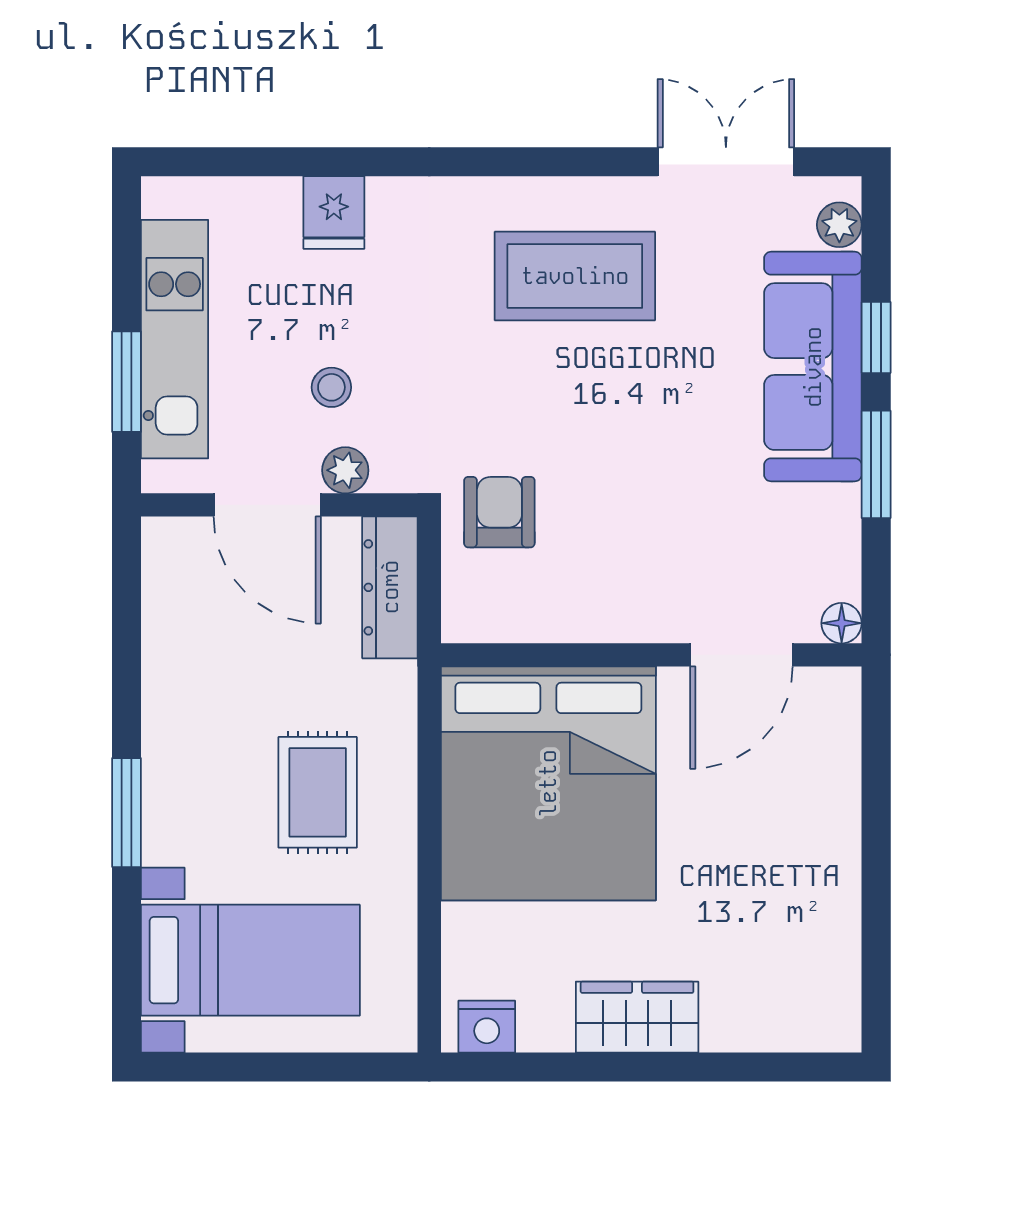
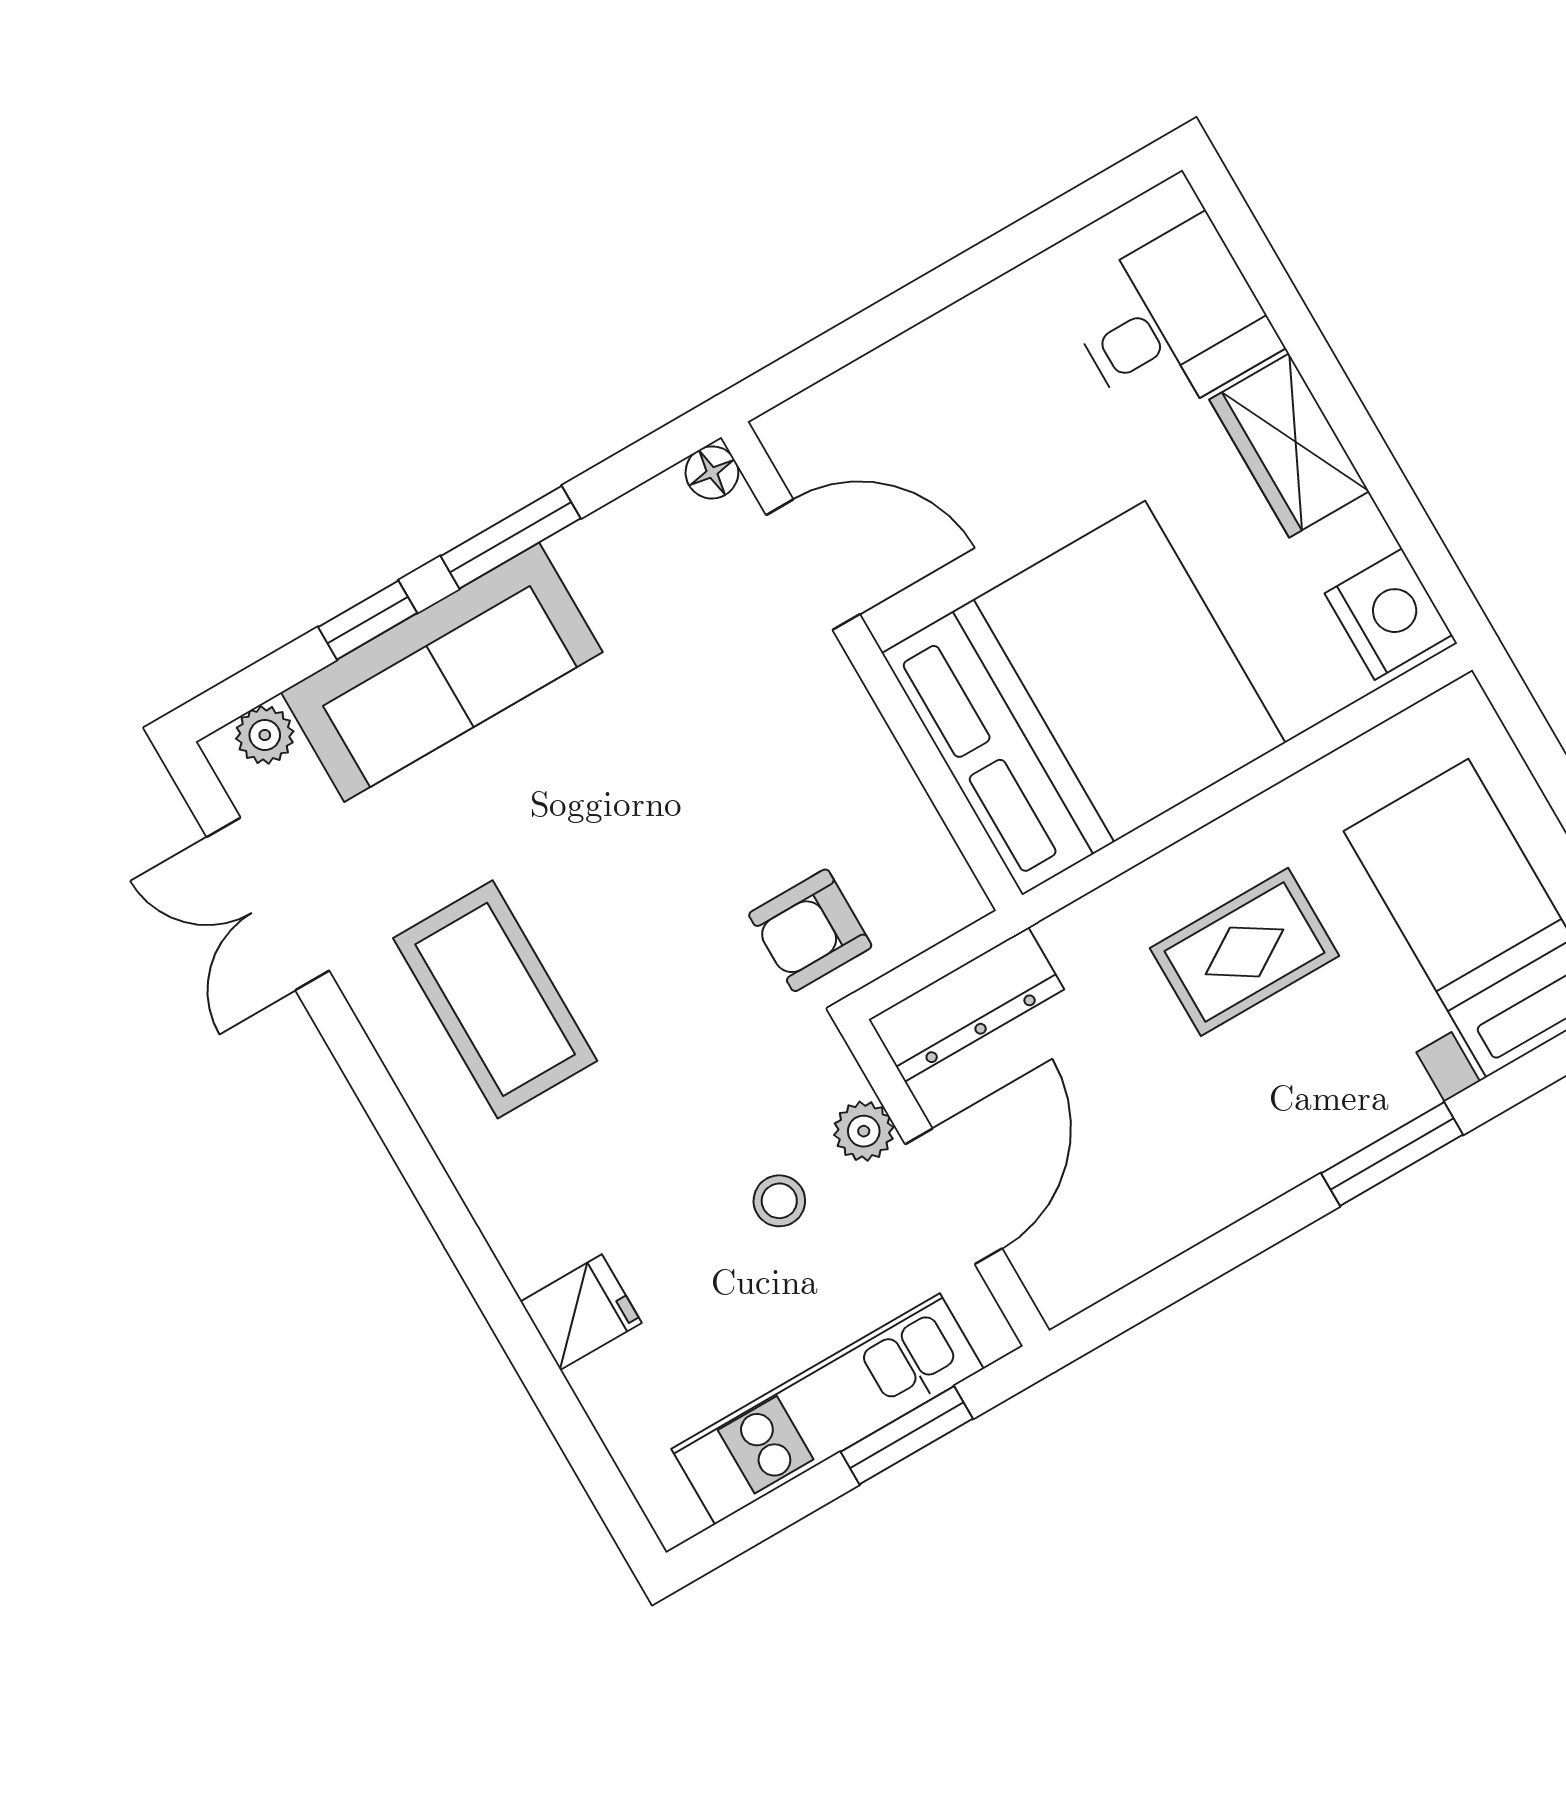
desk: (764, 986) -> (1171, 322), added
nightstand: (487, 1027) -> (1388, 614), width x1.36, depth x1.33

